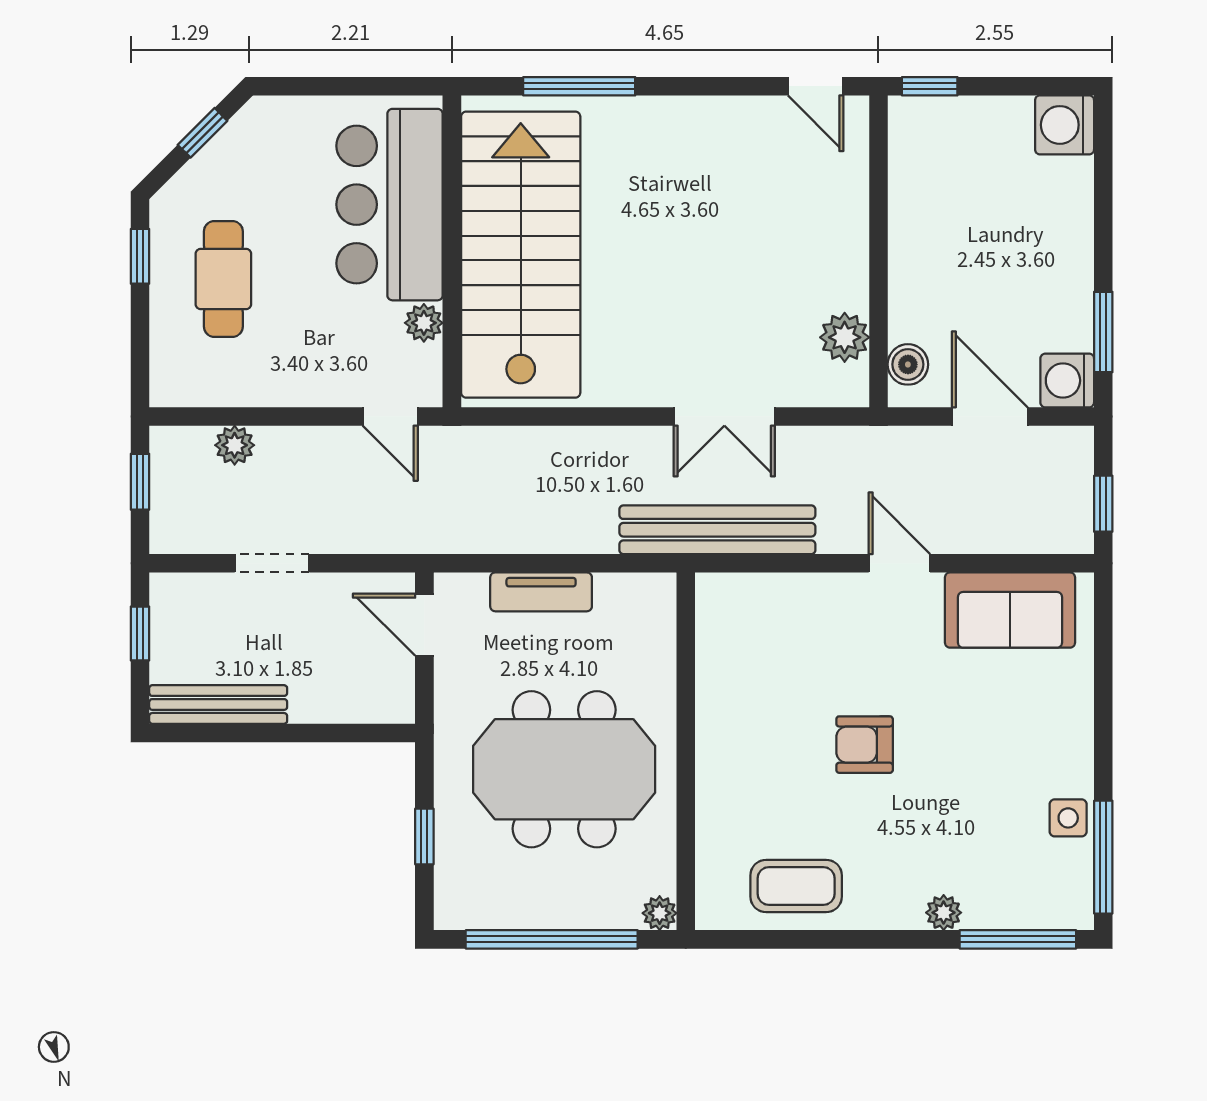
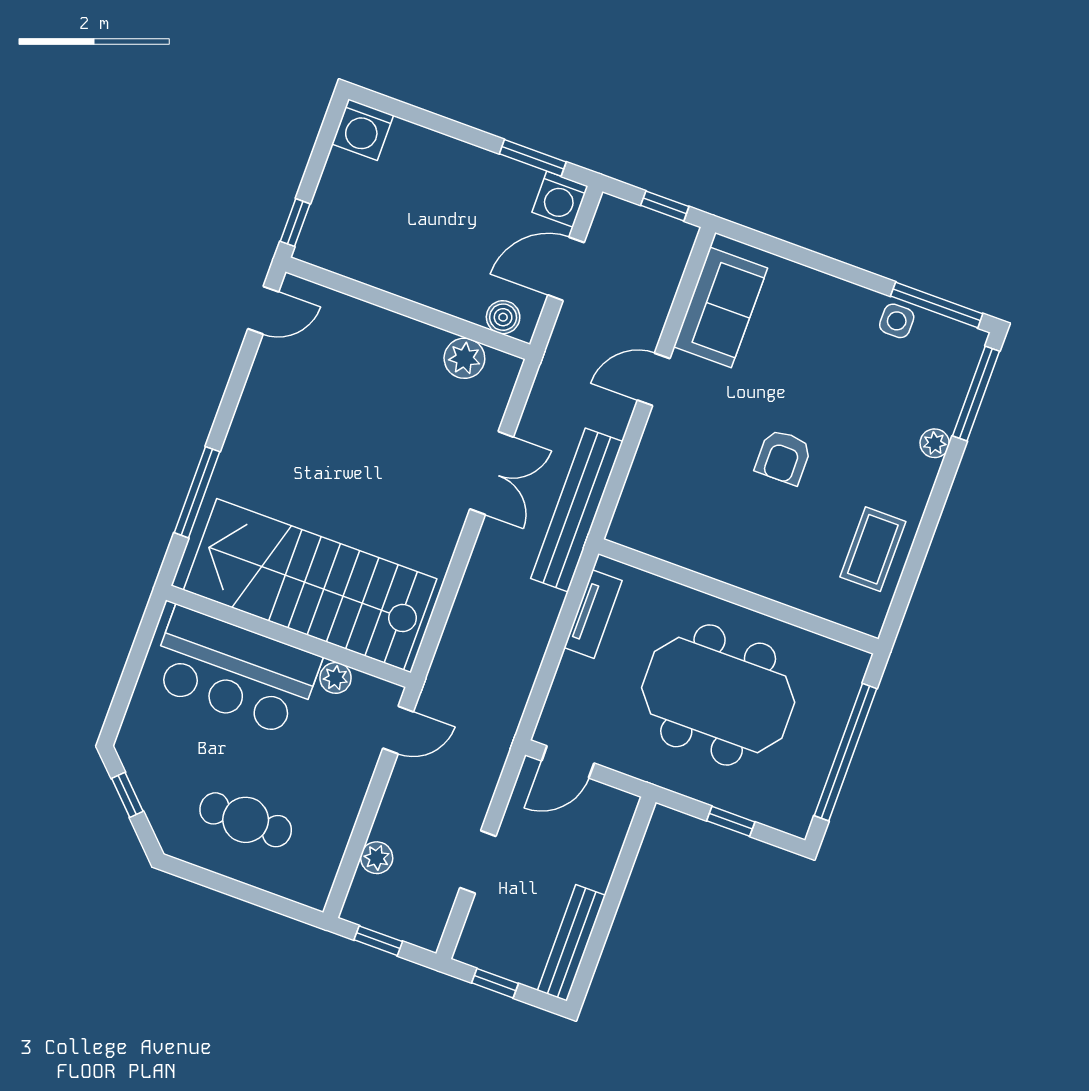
window: (140, 256) -> (205, 878), removed
tv unit: (541, 592) -> (593, 614), moved
meeting table: (564, 769) -> (718, 695), turned 90
plant: (660, 913) -> (856, 662), removed

